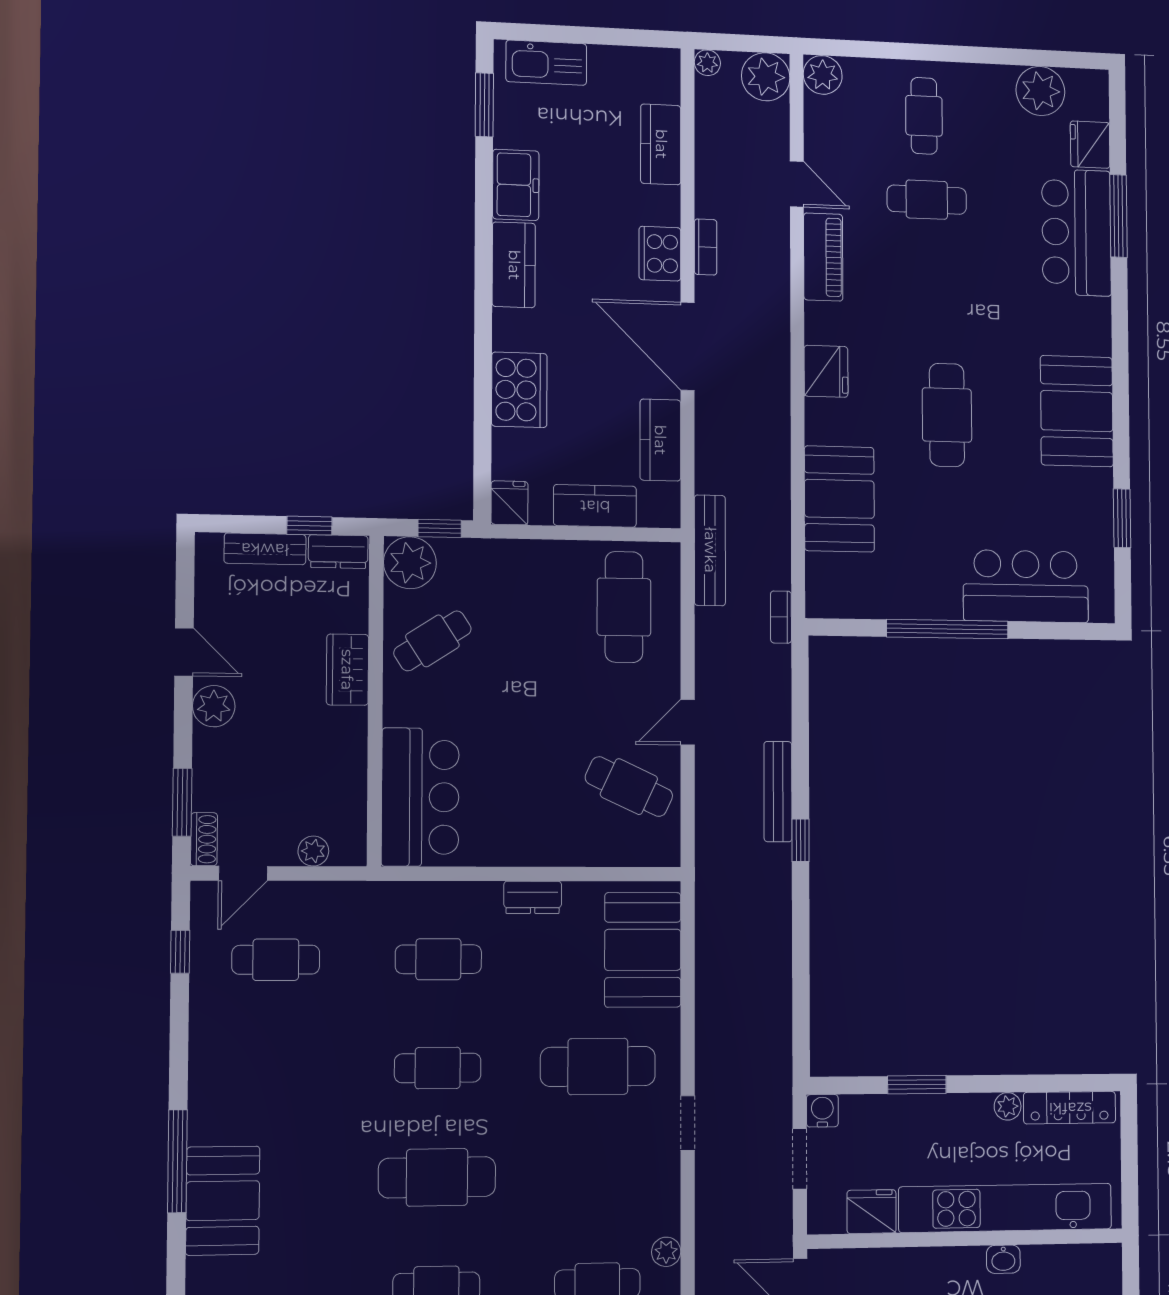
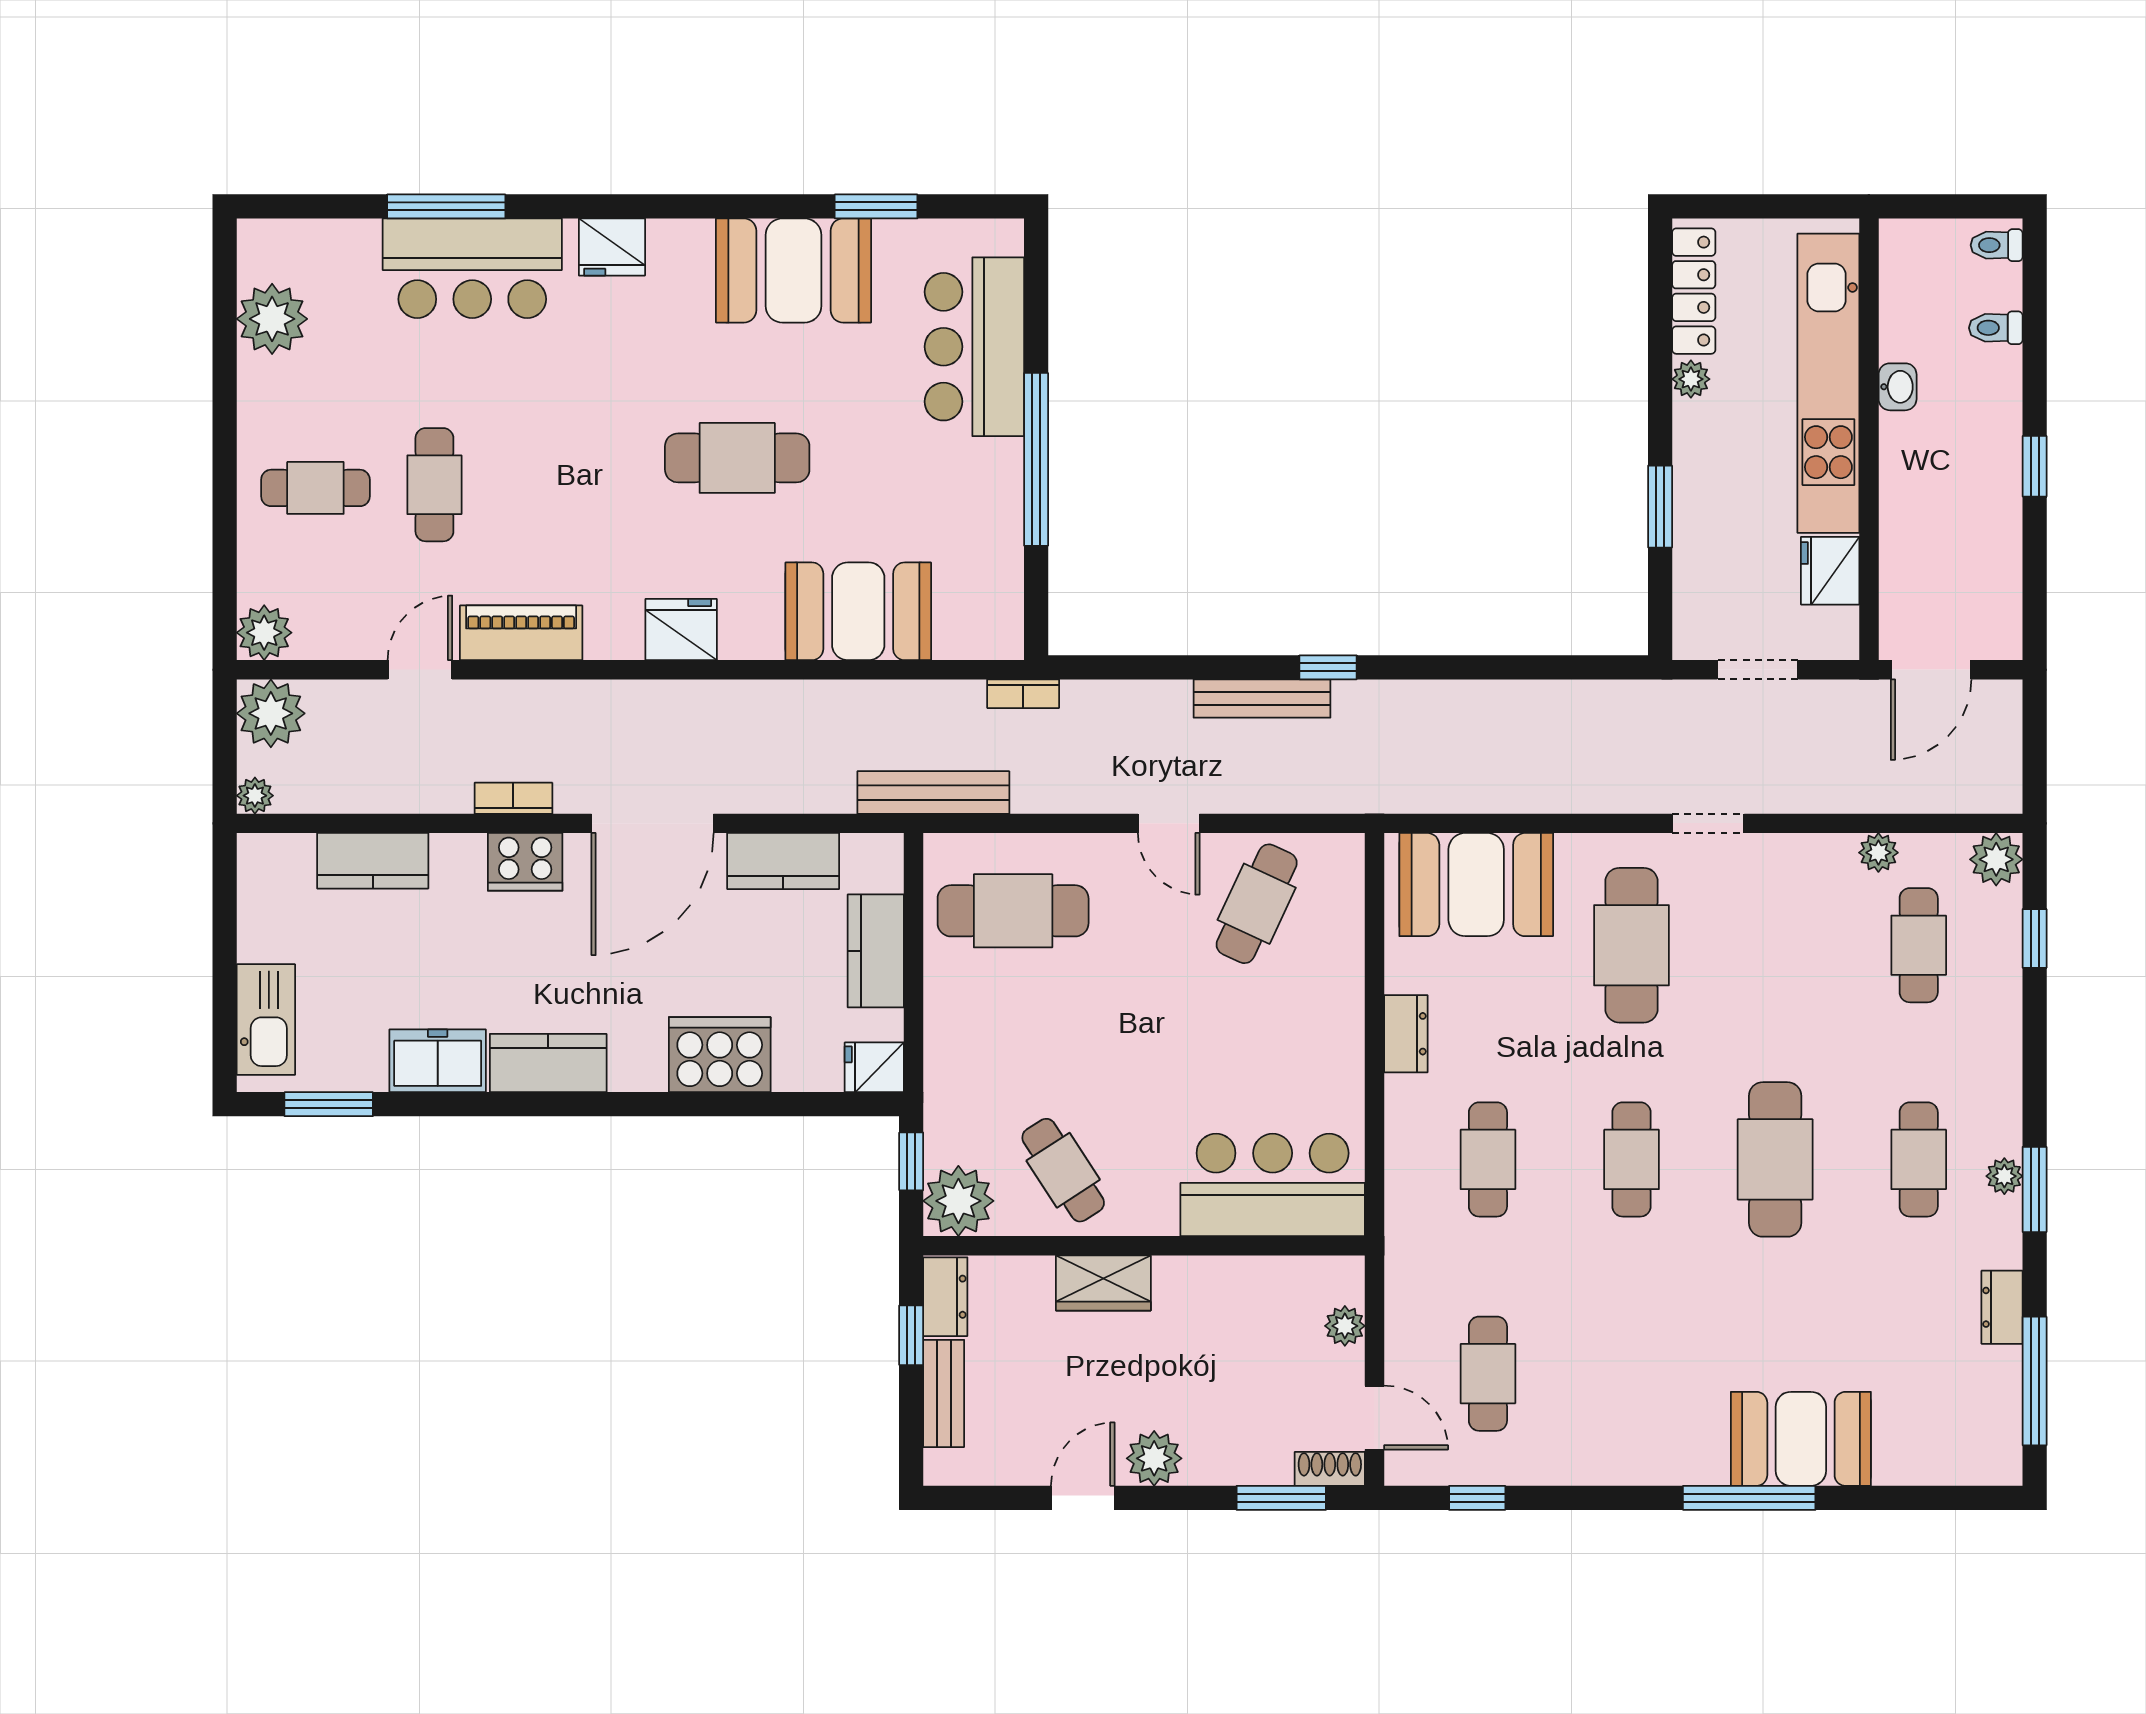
fridge: (1090, 145) -> (612, 247), moved
booth: (1077, 411) -> (793, 270), moved
water cooler: (822, 1111) -> (1694, 638), removed

